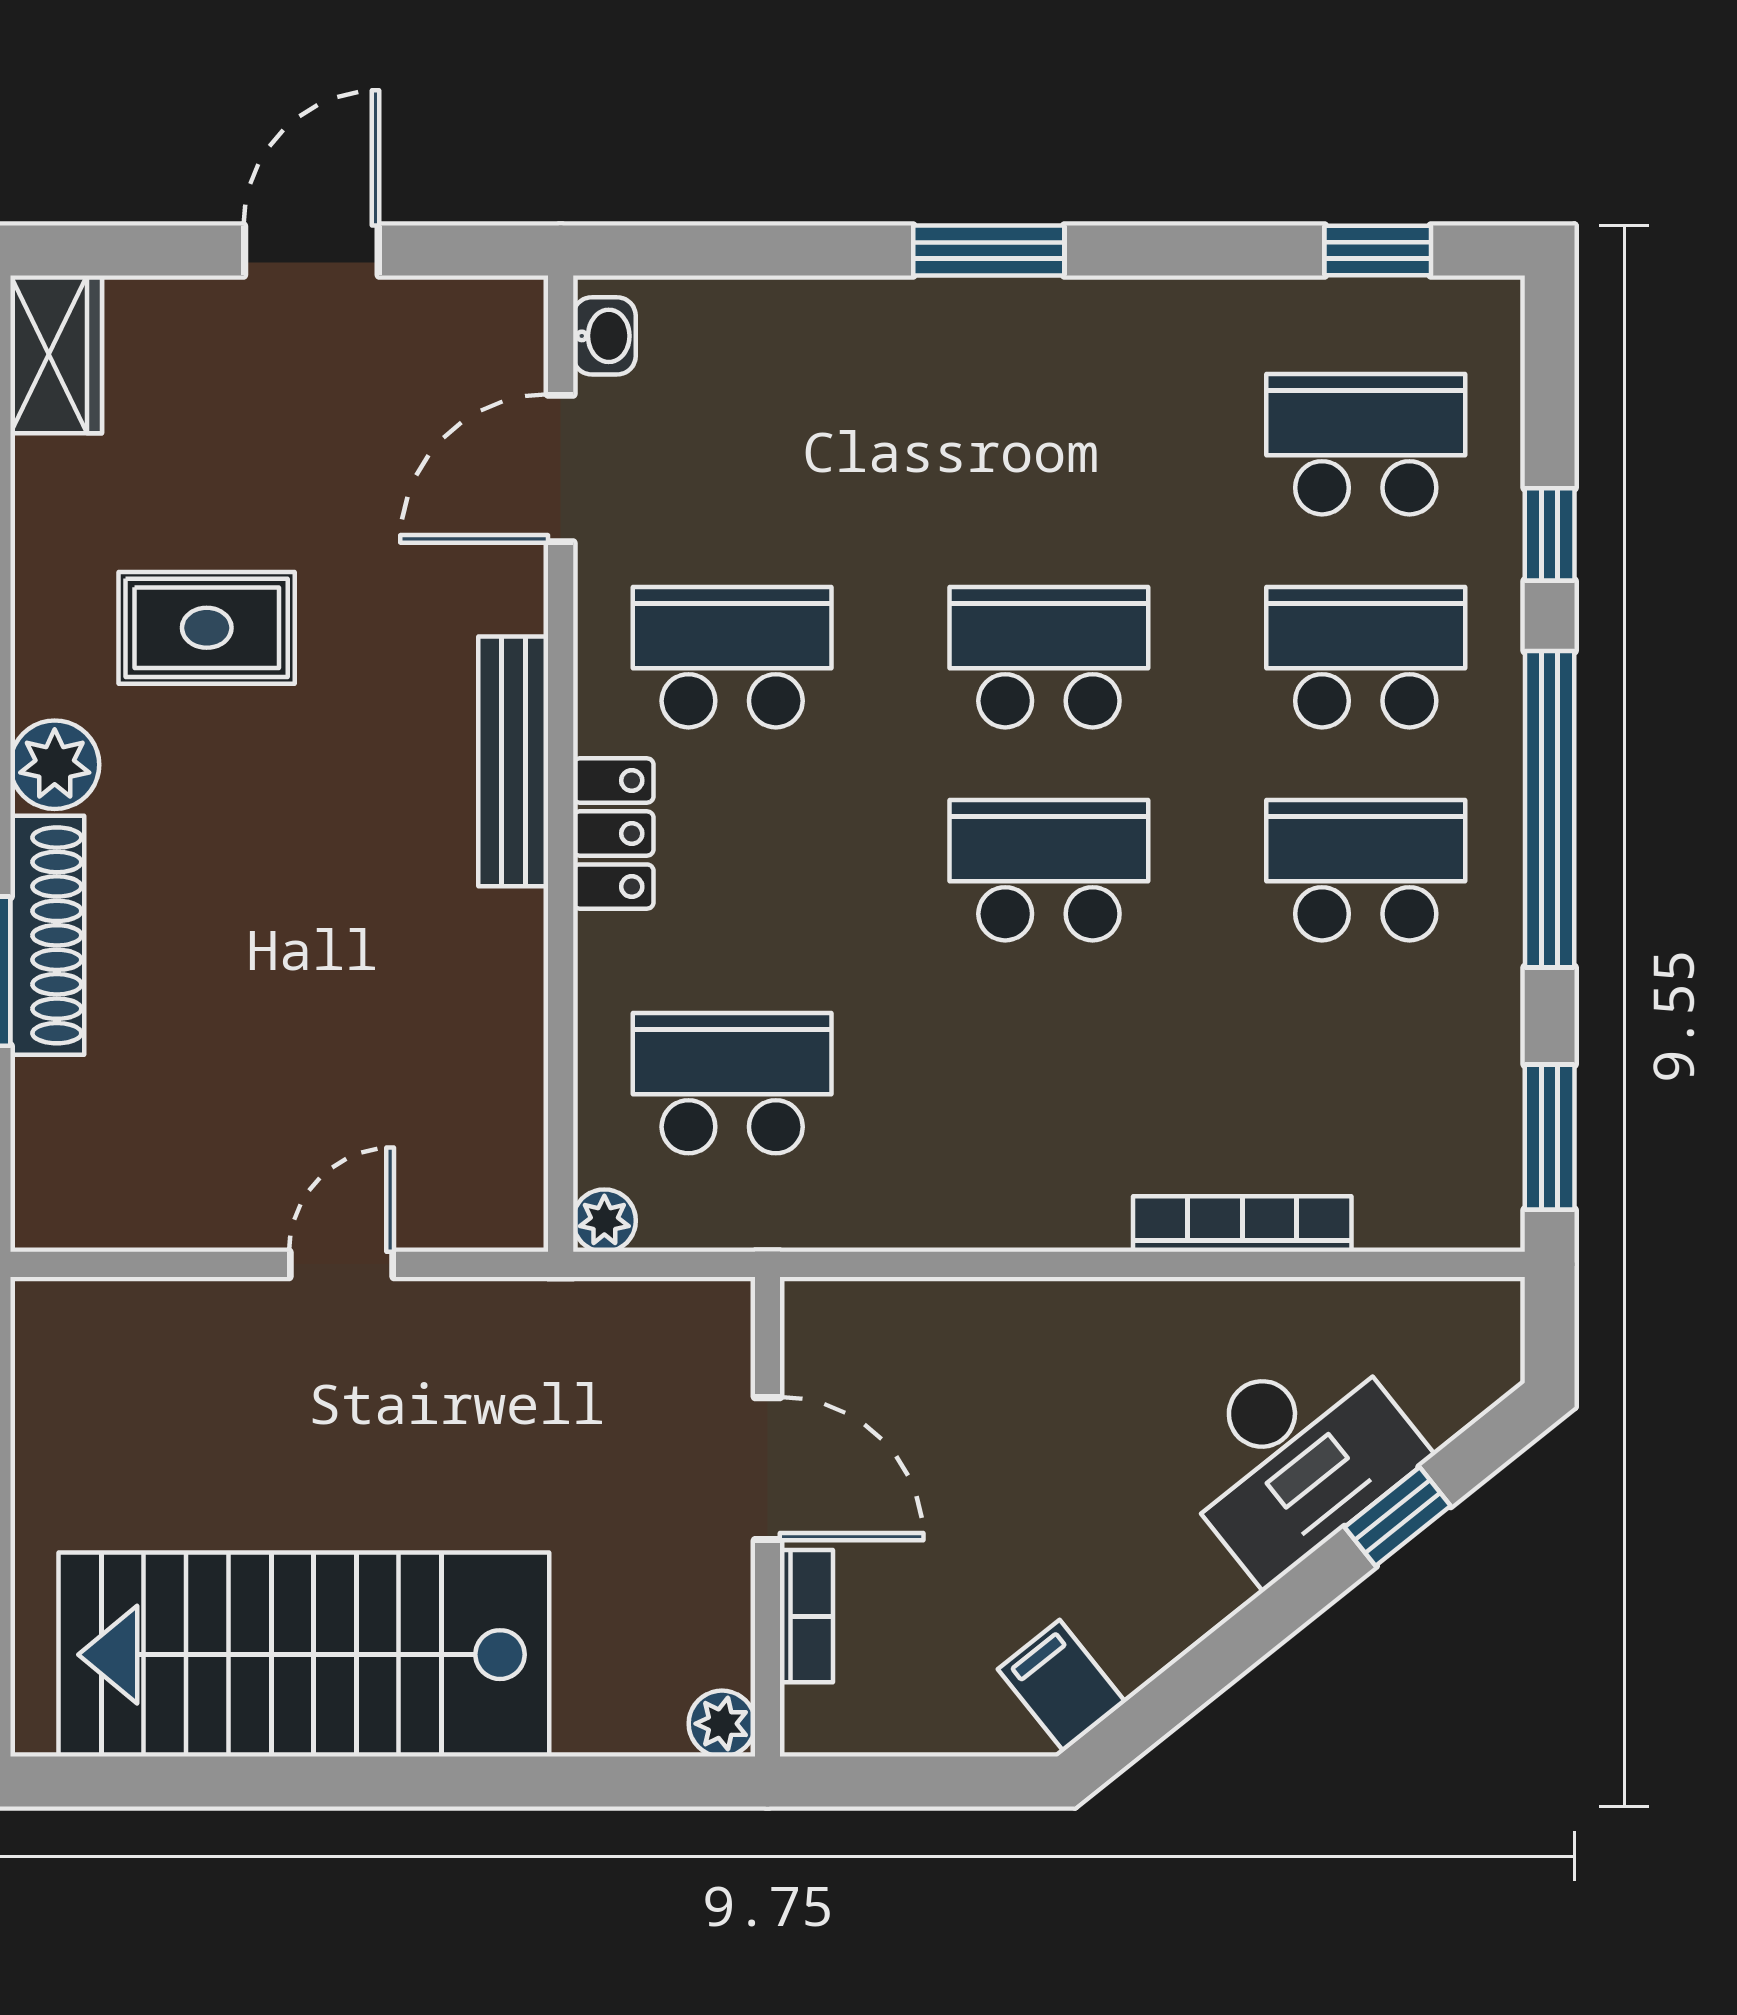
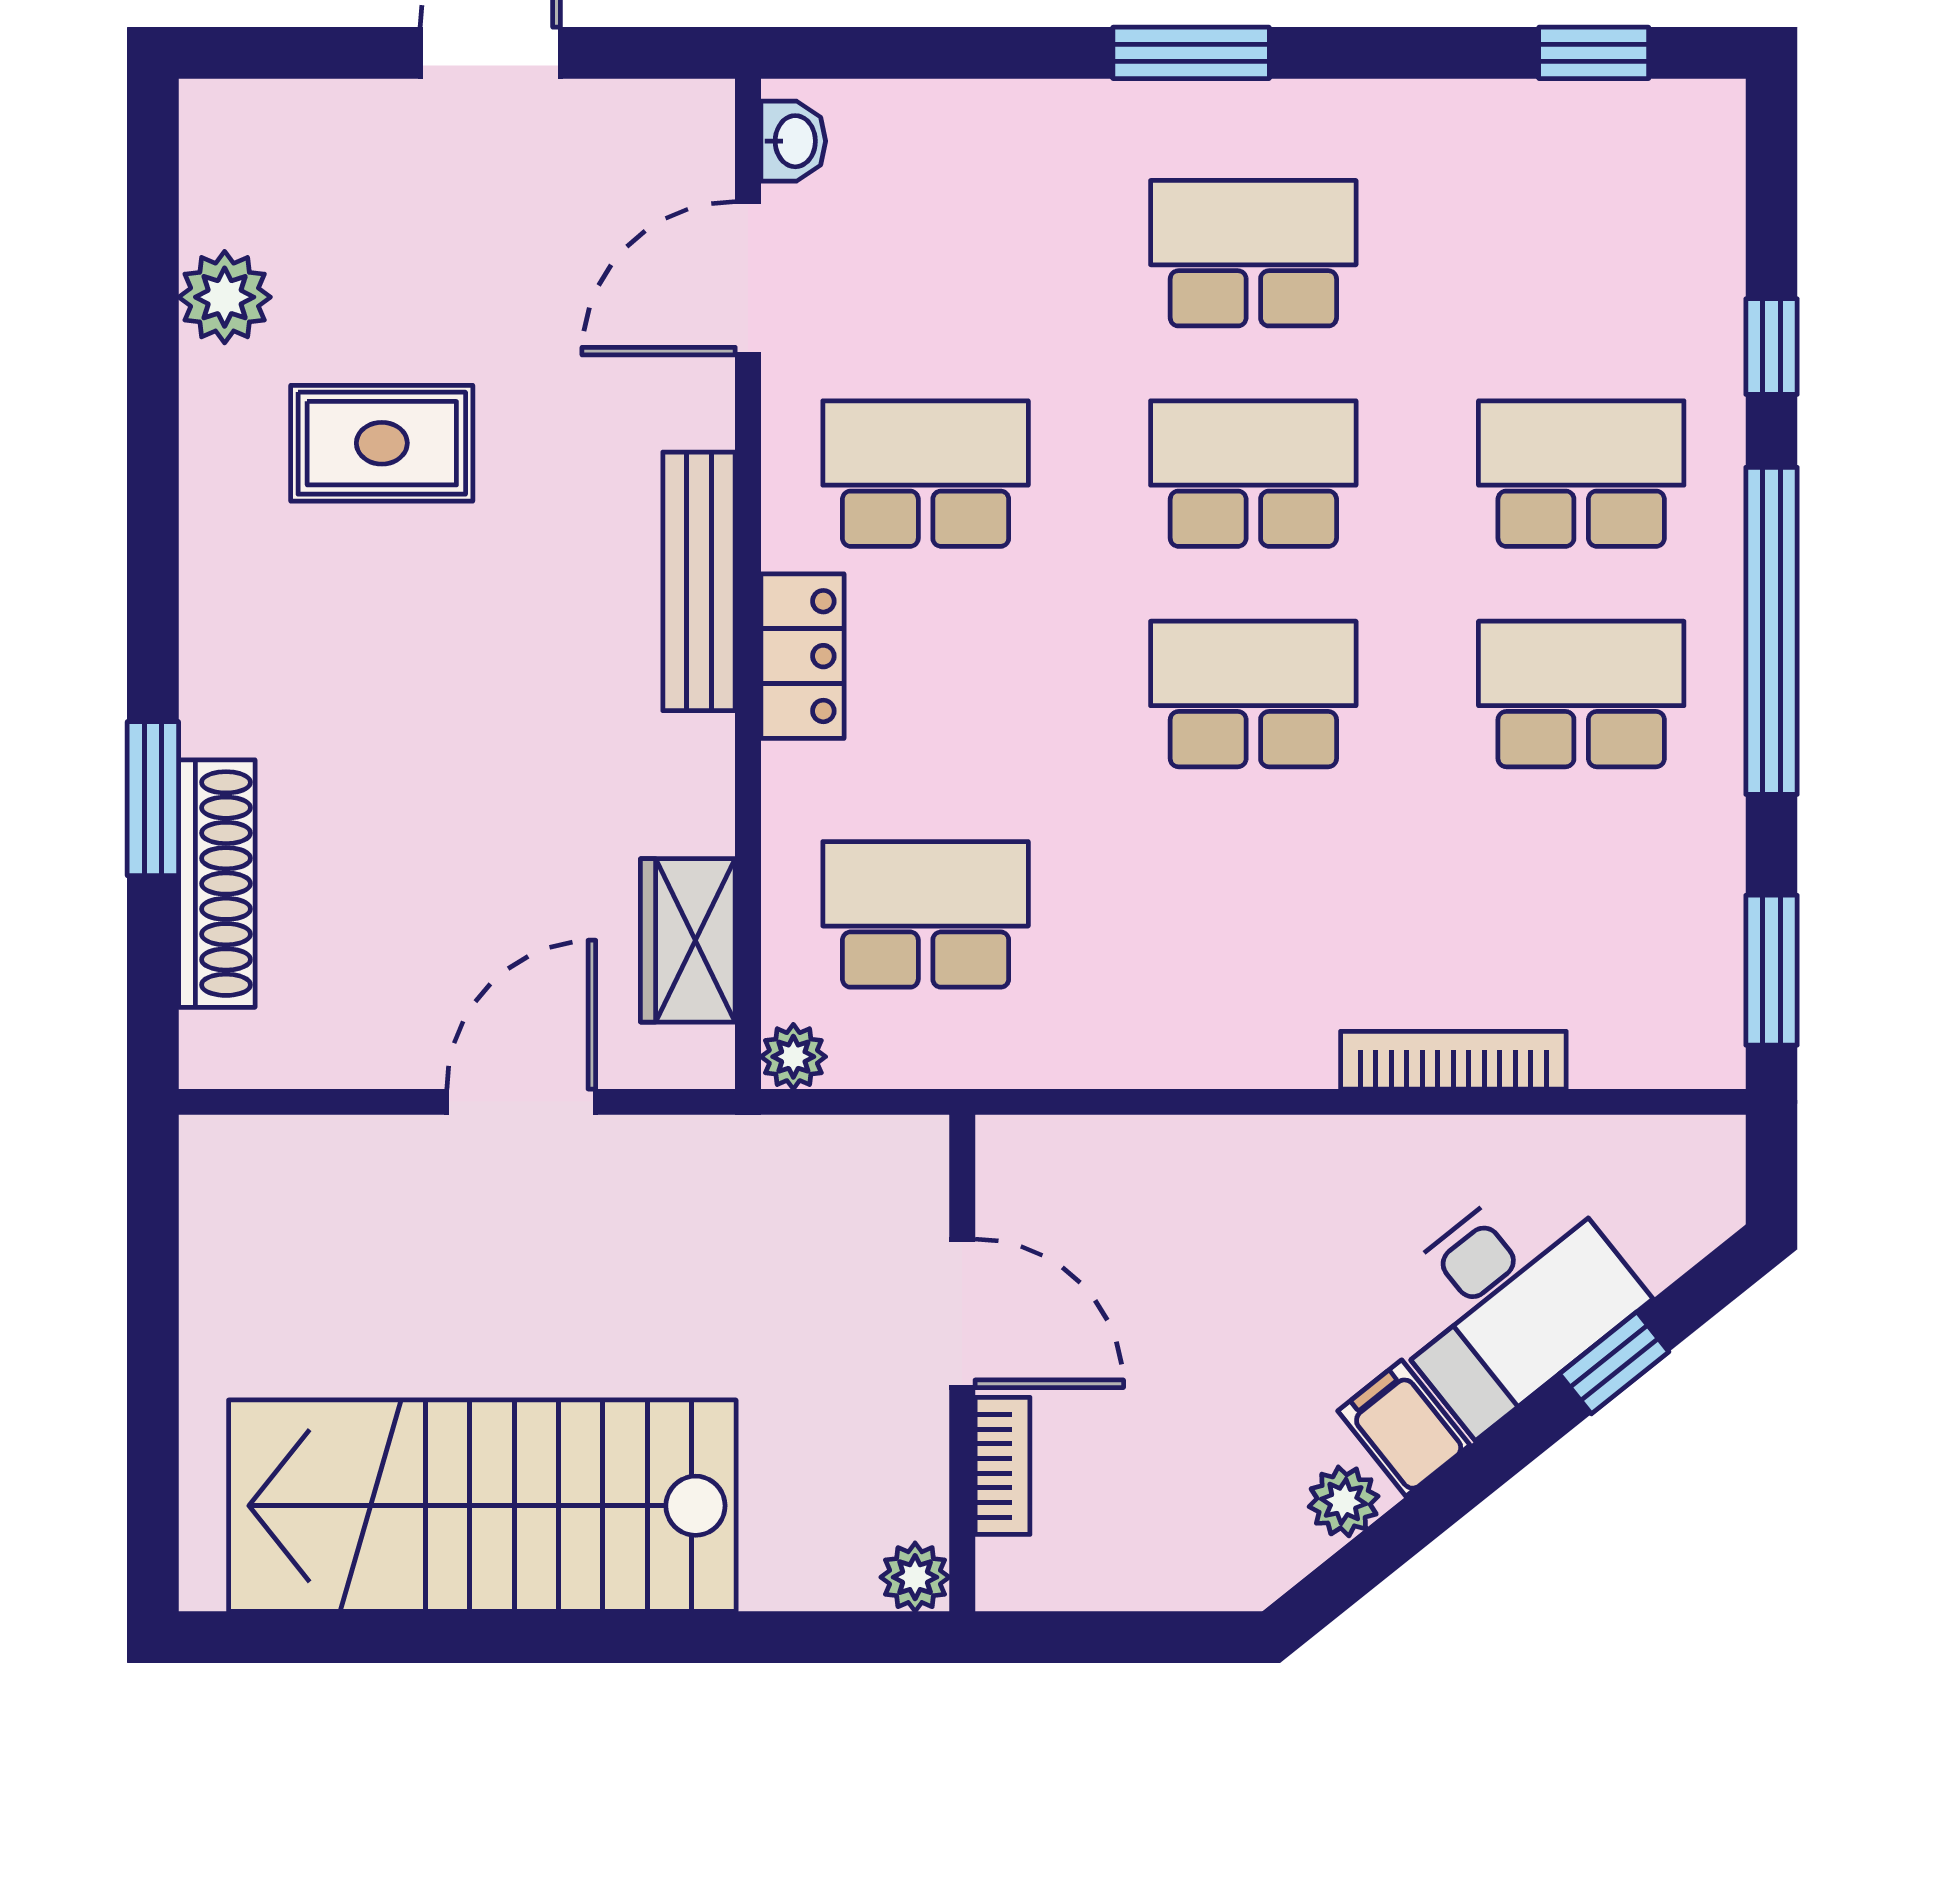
wardrobe: (56, 354) -> (688, 940), moved, turned 180
school desk: (1366, 444) -> (1253, 253), moved
plant: (55, 765) -> (225, 297), moved
shoe rack: (47, 935) -> (217, 884), moved
door: (341, 1264) -> (521, 1102), width x1.38
plant: (1136, 1650) -> (1344, 1501), added
filing cabinet: (1062, 1686) -> (1404, 1428), moved

